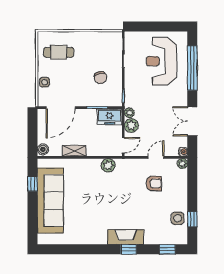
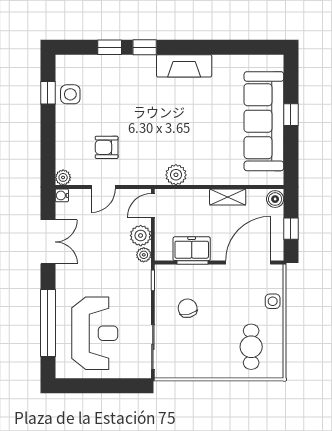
cafe table: (59, 52) -> (251, 347), turned 90
freezer: (110, 117) -> (192, 249), moved
window: (33, 130) -> (291, 229), added
window: (33, 184) -> (291, 115), moved
fireplace: (126, 237) -> (184, 66), moved
window: (167, 249) -> (110, 47), moved

